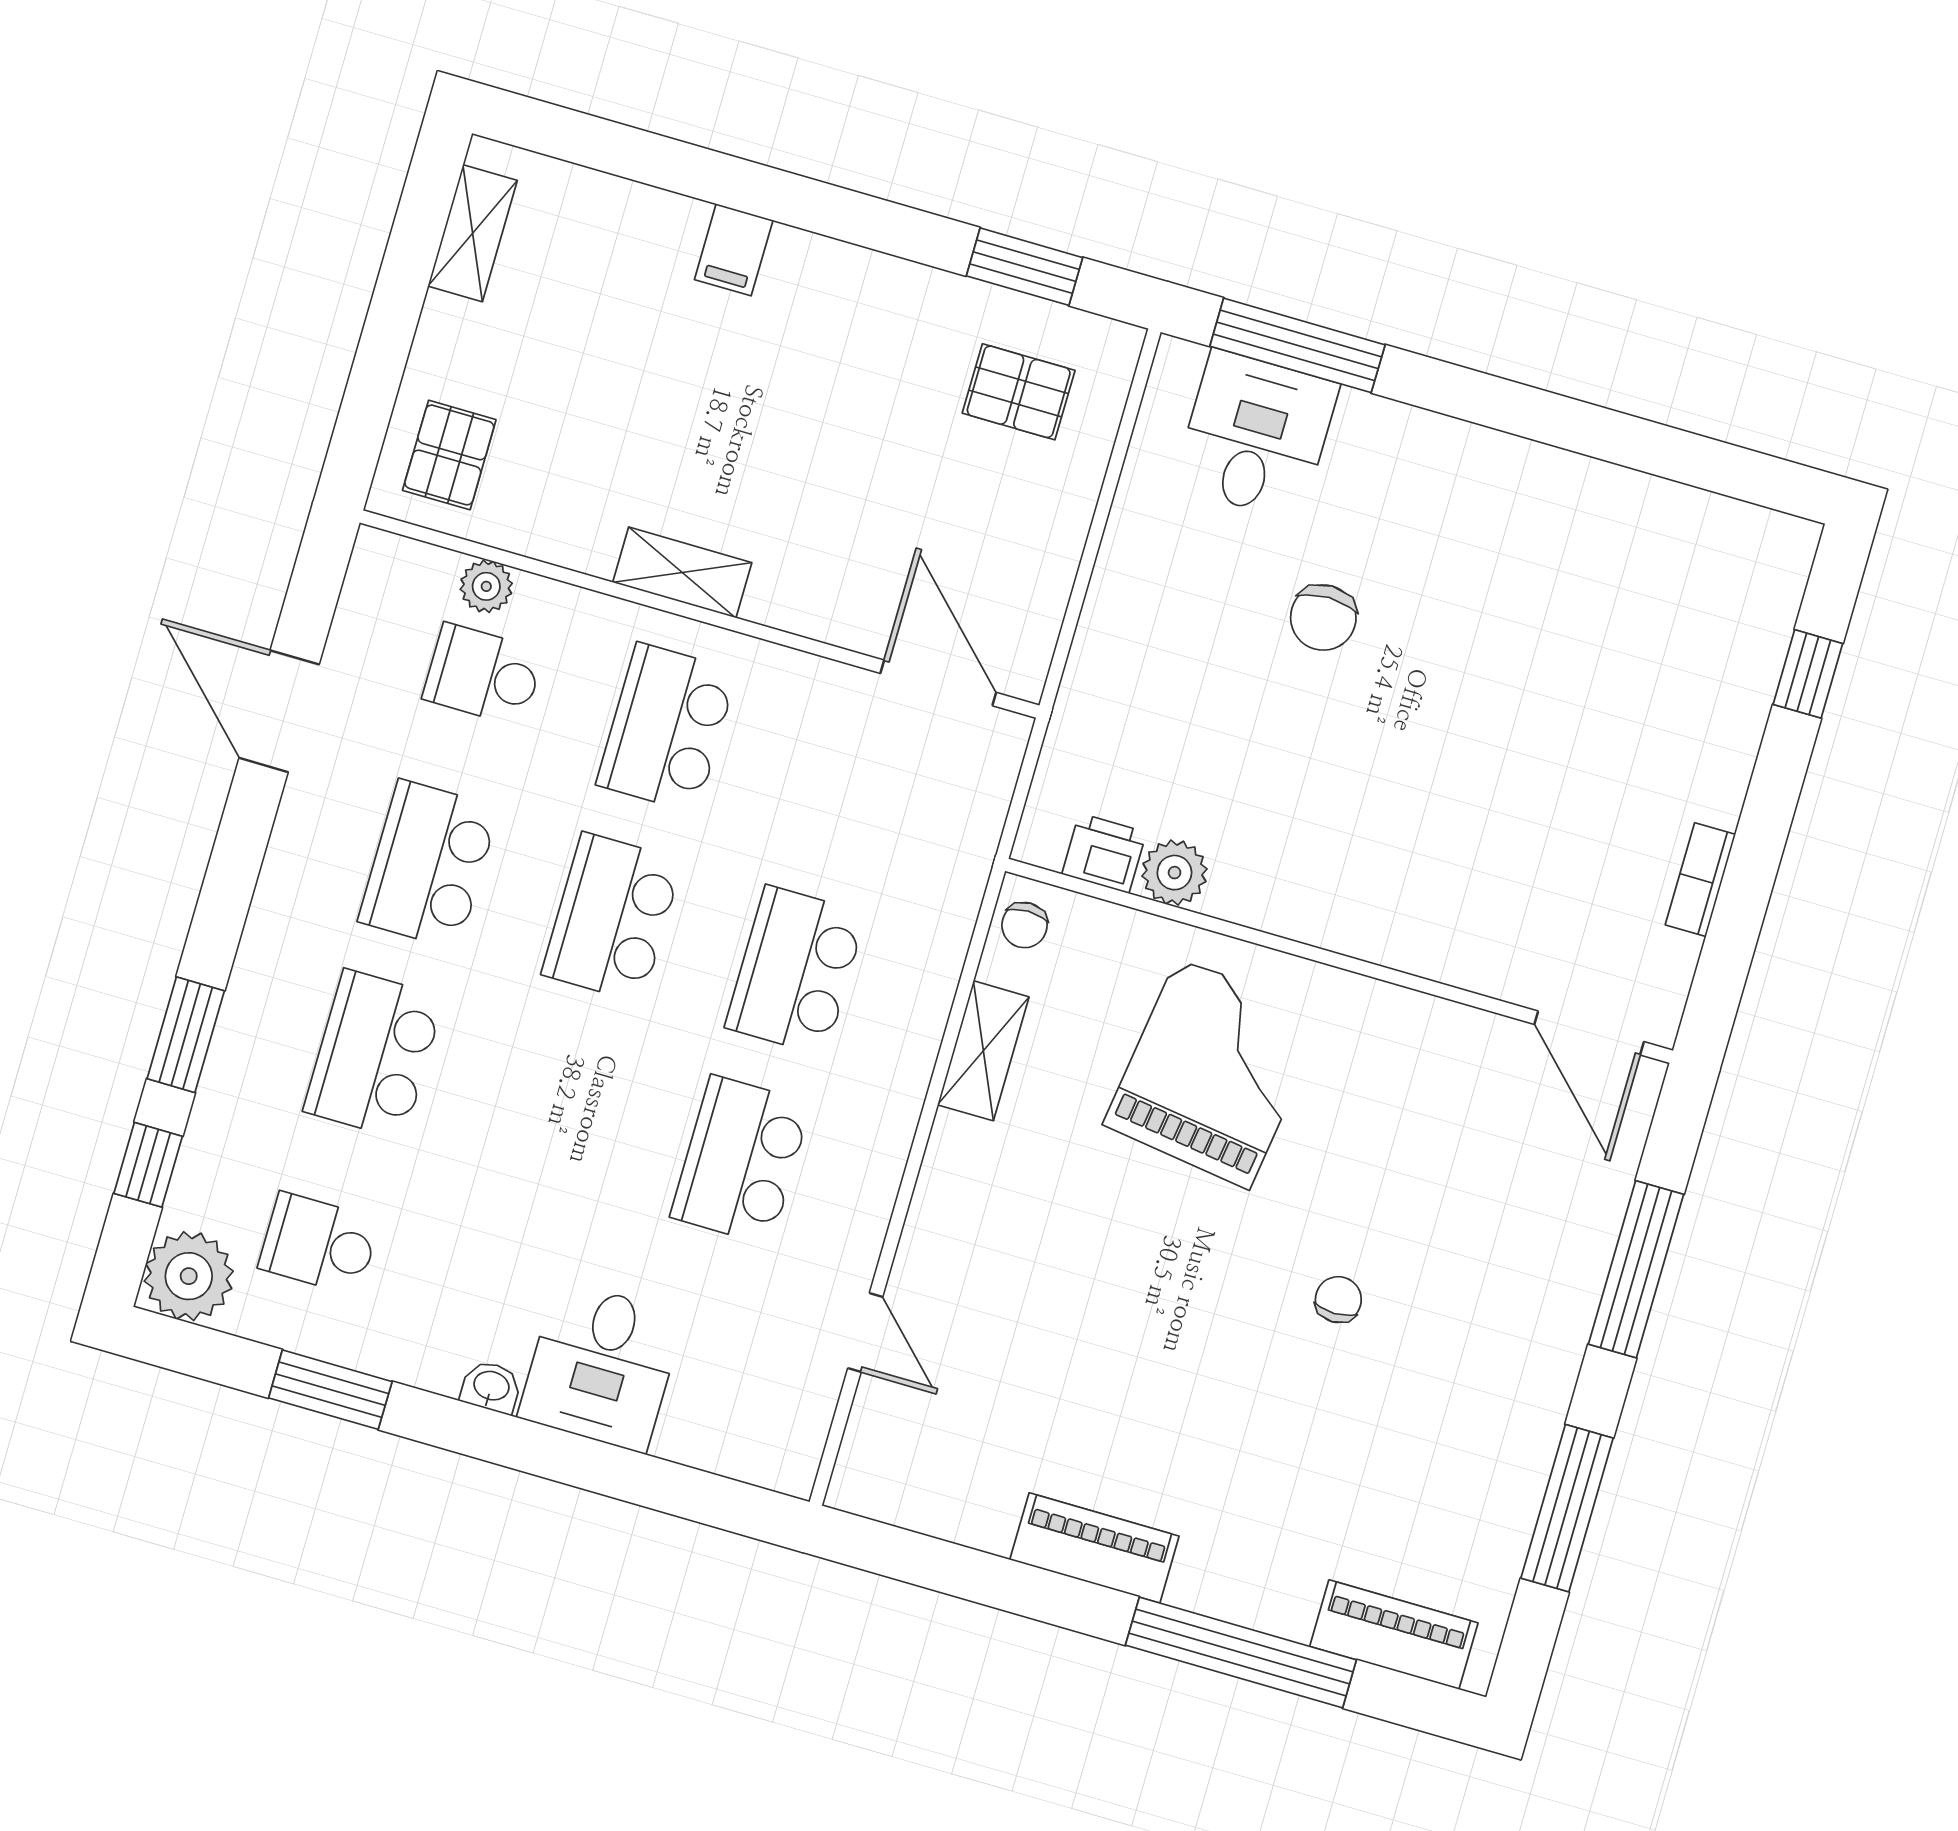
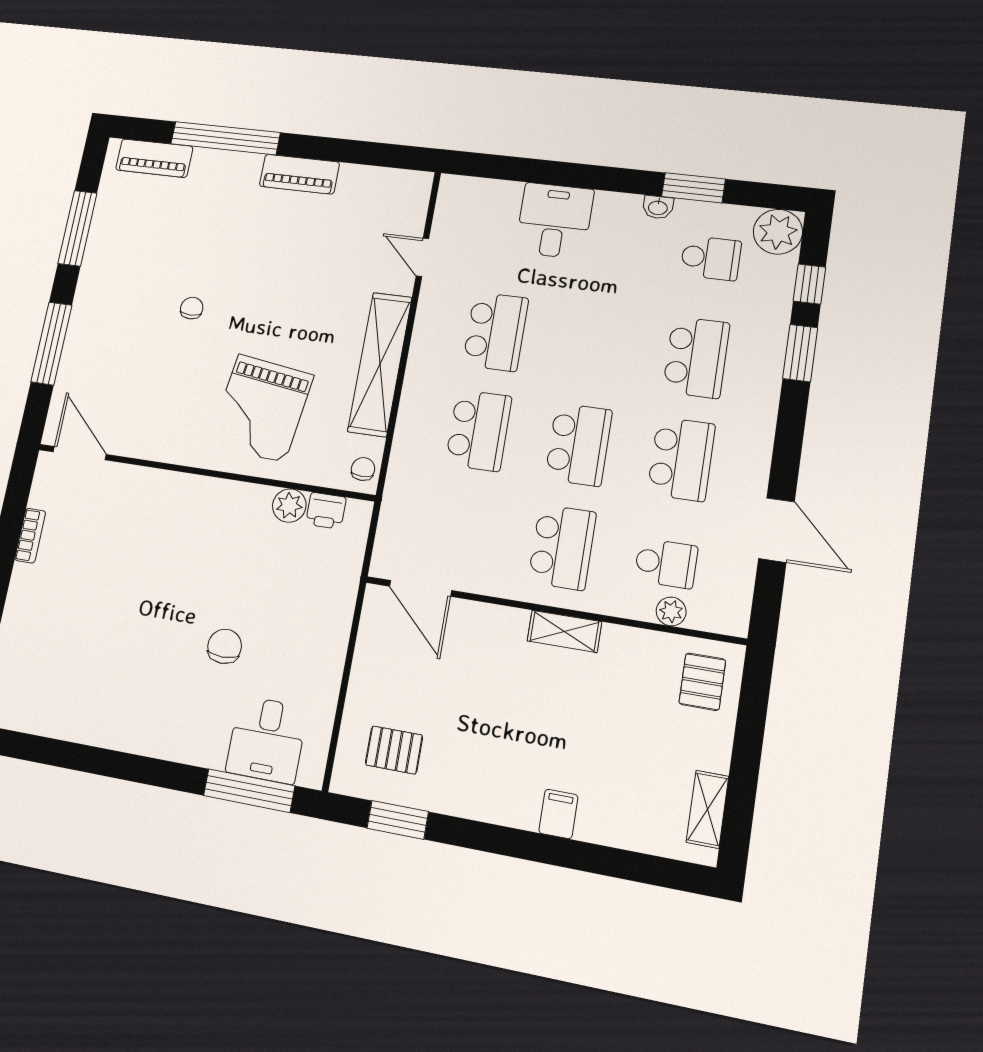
shelving: (983, 1051) -> (380, 364), width x2.20, depth x1.33
chair: (1338, 1300) -> (192, 308), turned 180
washbasin: (491, 1387) -> (658, 207), moved

